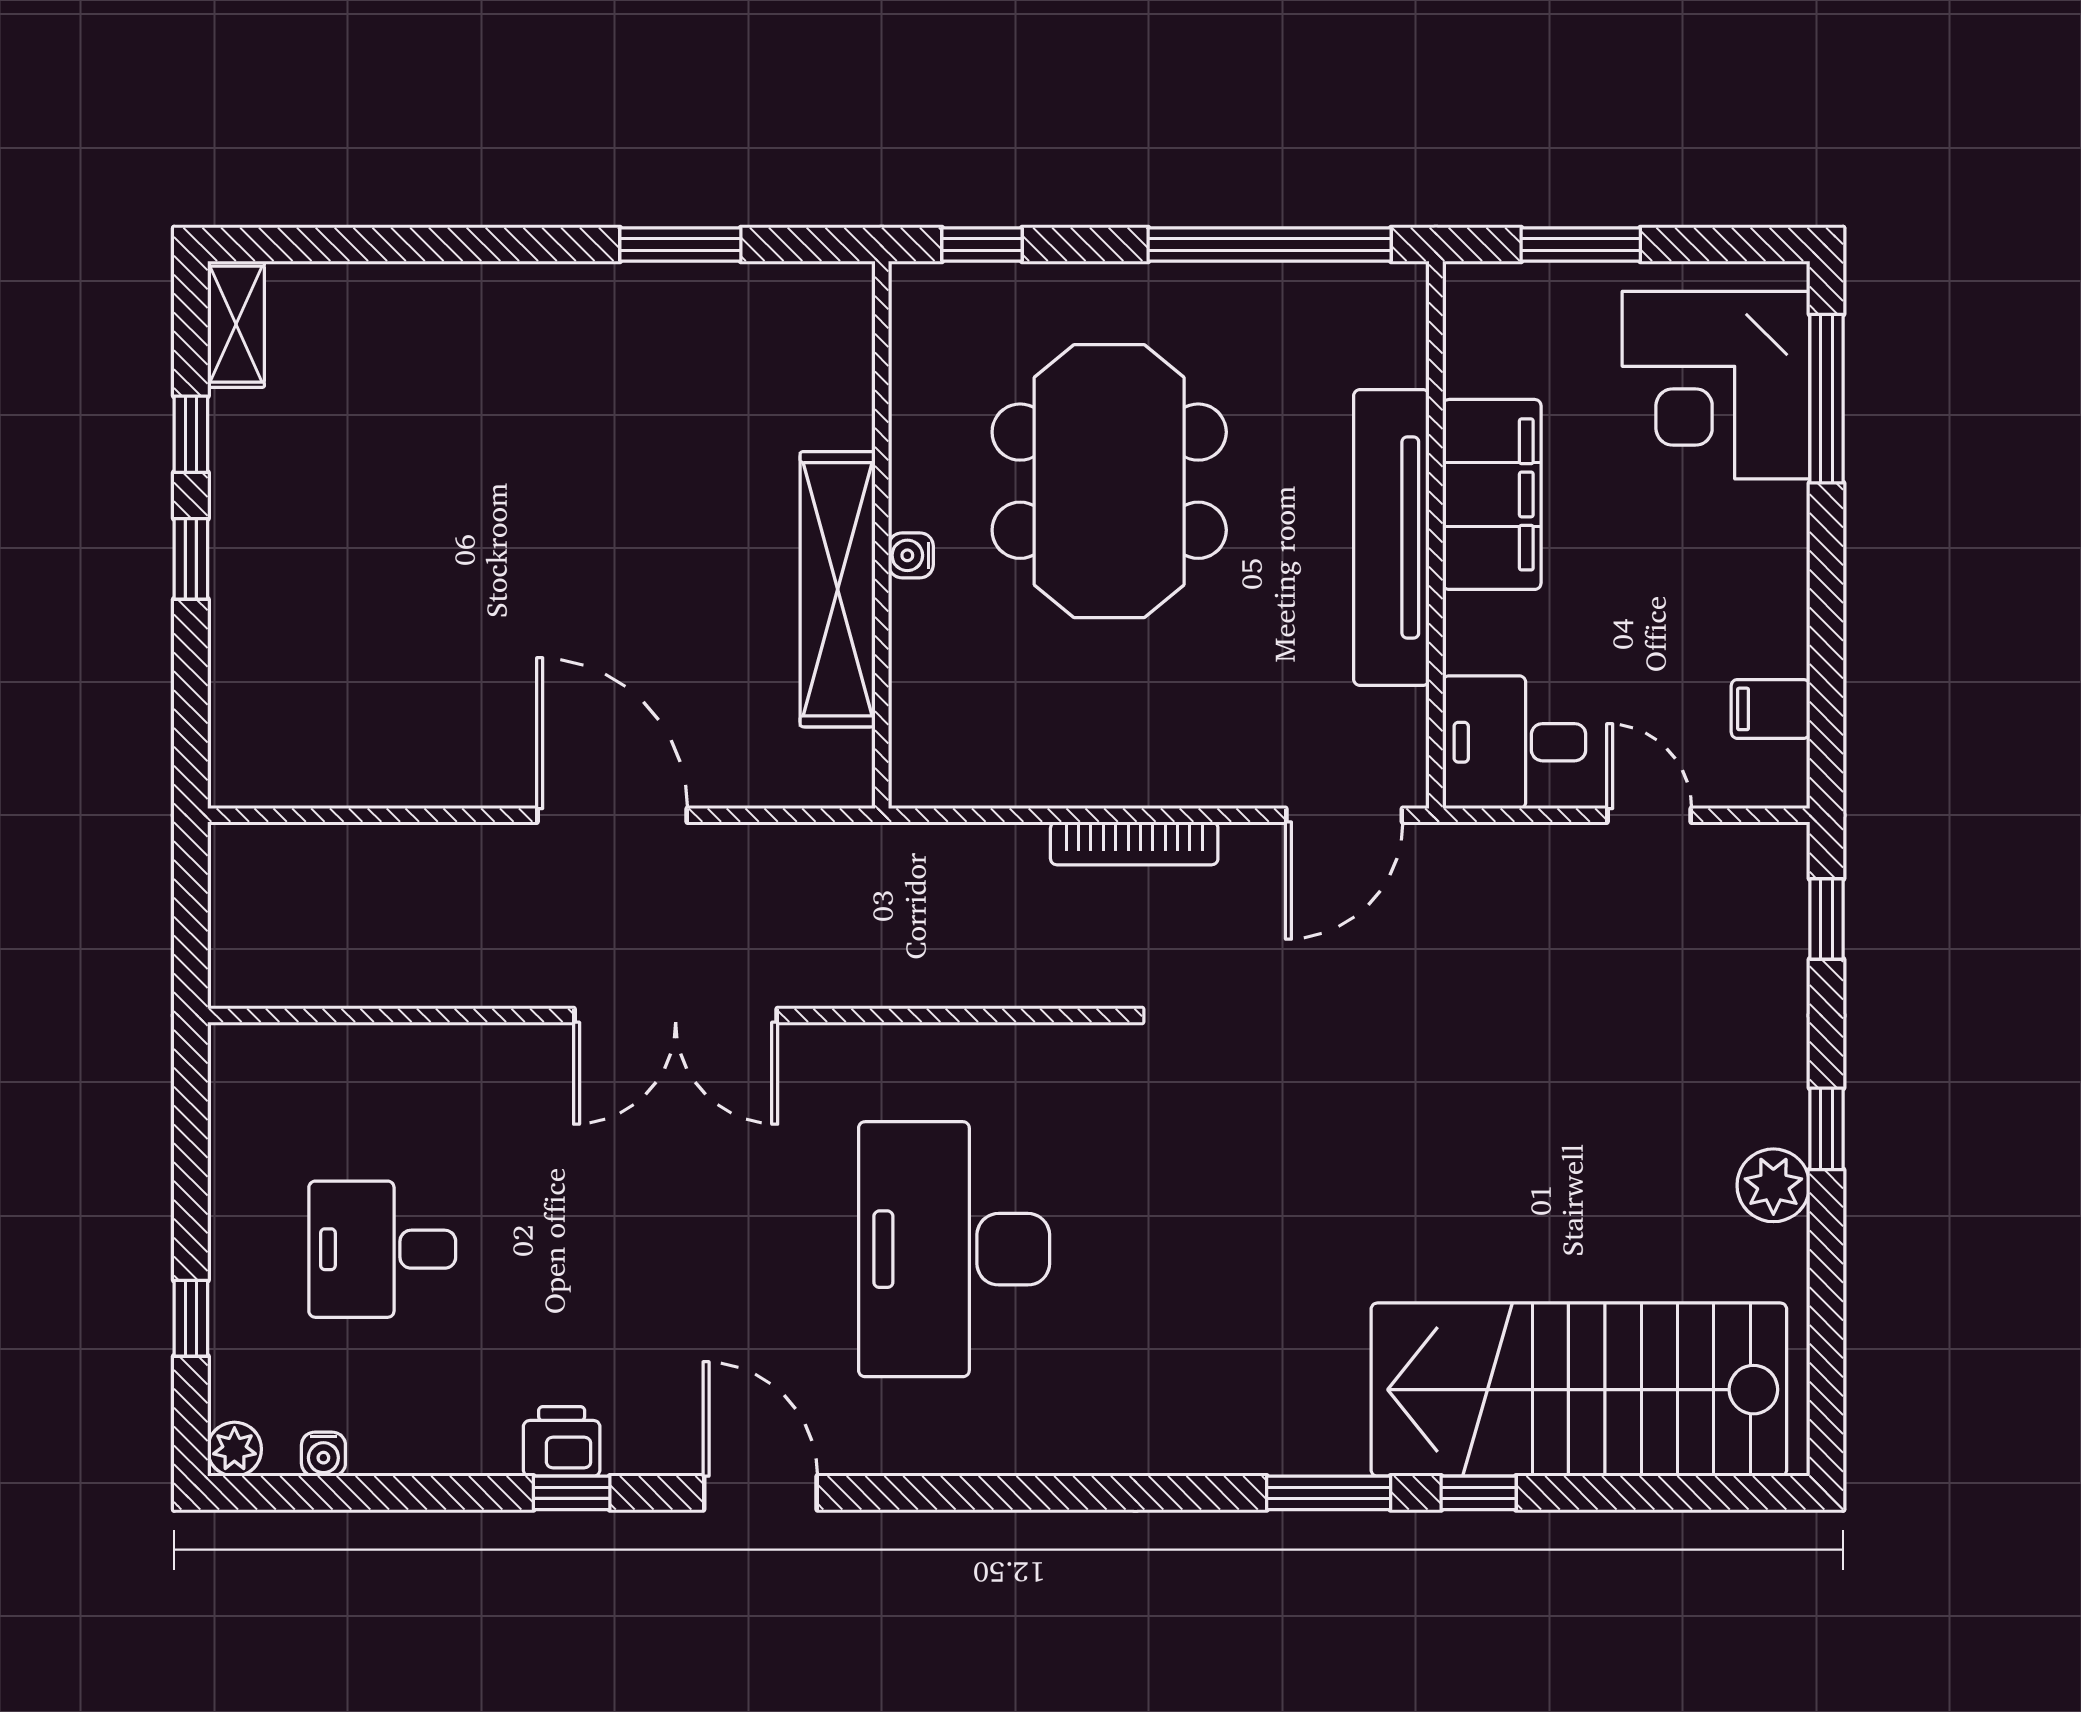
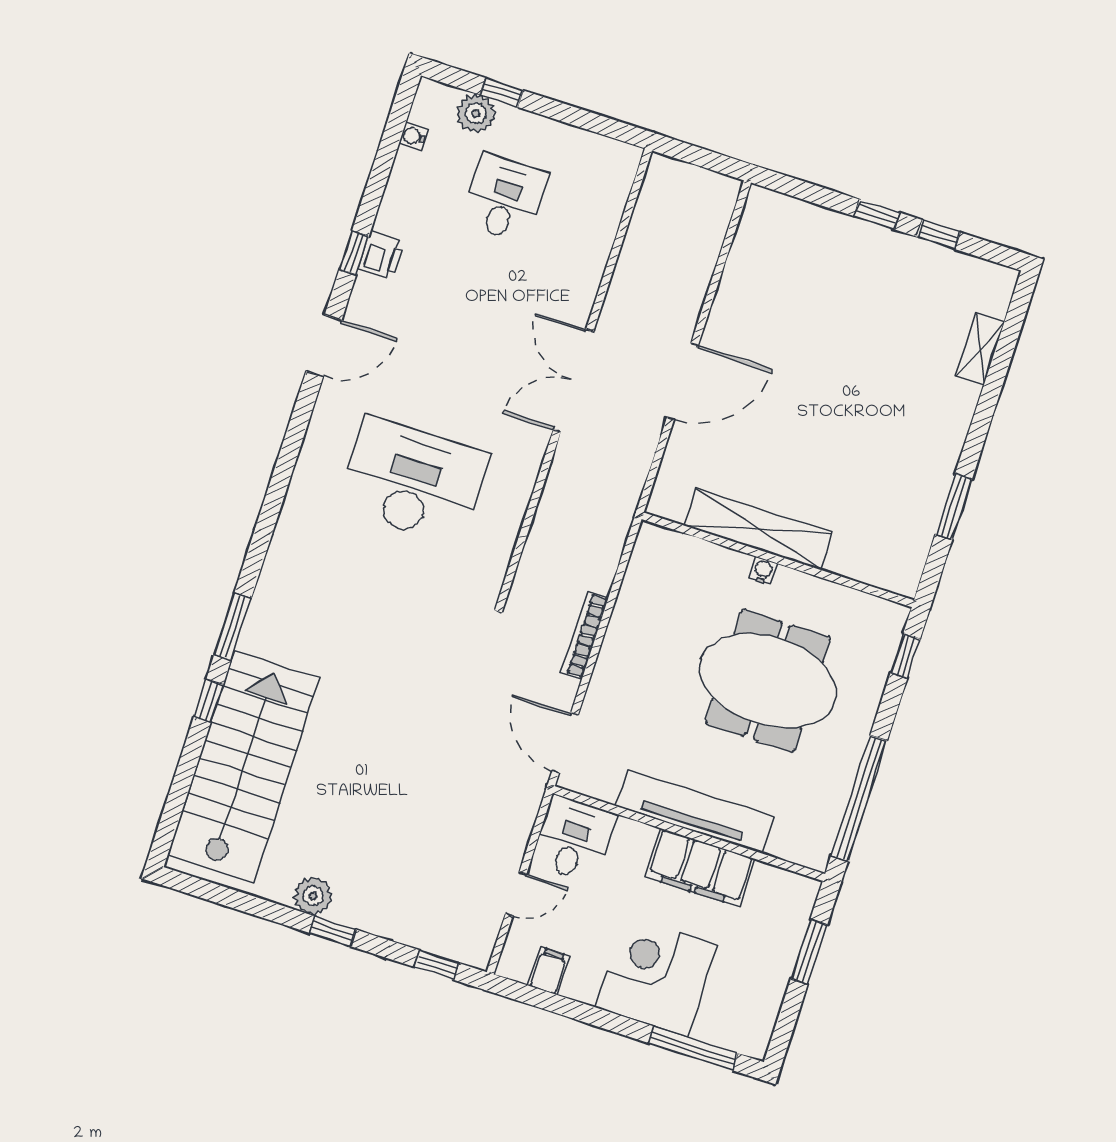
shelving: (236, 324) -> (980, 349), moved, turned 90
corner desk: (1716, 385) -> (656, 976), moved
plant: (234, 1449) -> (476, 113), moved, width x1.38, depth x1.38

